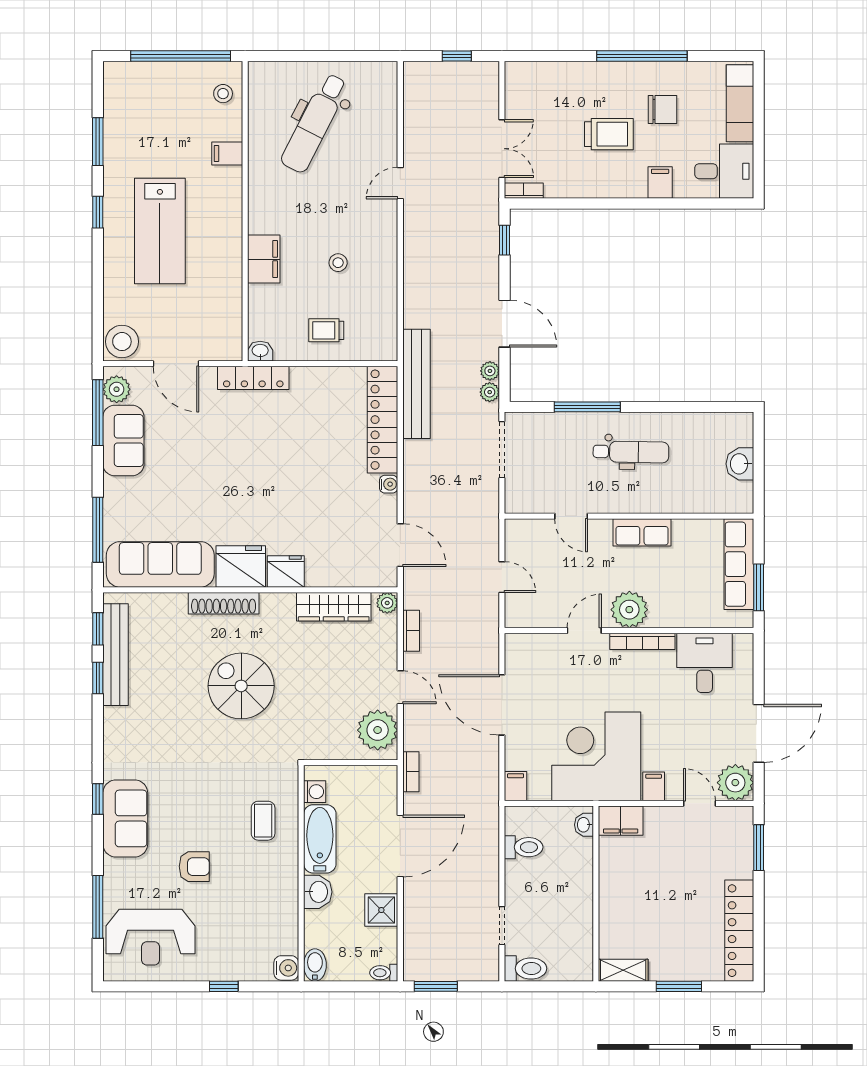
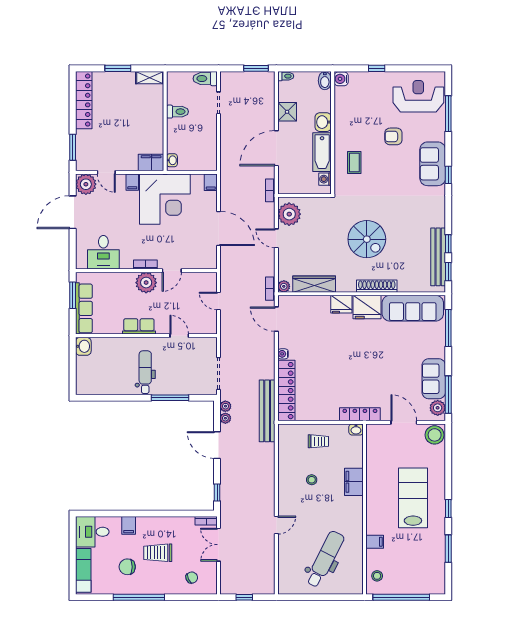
chair: (549, 91) -> (192, 578), added
dental chair: (631, 452) -> (145, 372), turned 89
washbasin: (740, 464) -> (83, 346), moved
bookcase: (411, 631) -> (270, 289), moved
bookcase: (642, 641) -> (145, 264), width x0.64
toilet: (524, 847) -> (177, 112), moved, turned 180

